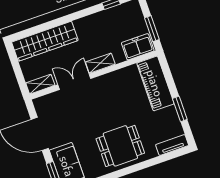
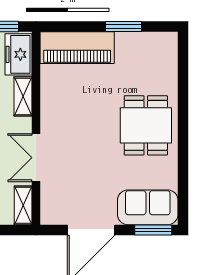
shelving: (100, 63) -> (23, 96), moved
tv unit: (172, 145) -> (169, 54), removed

